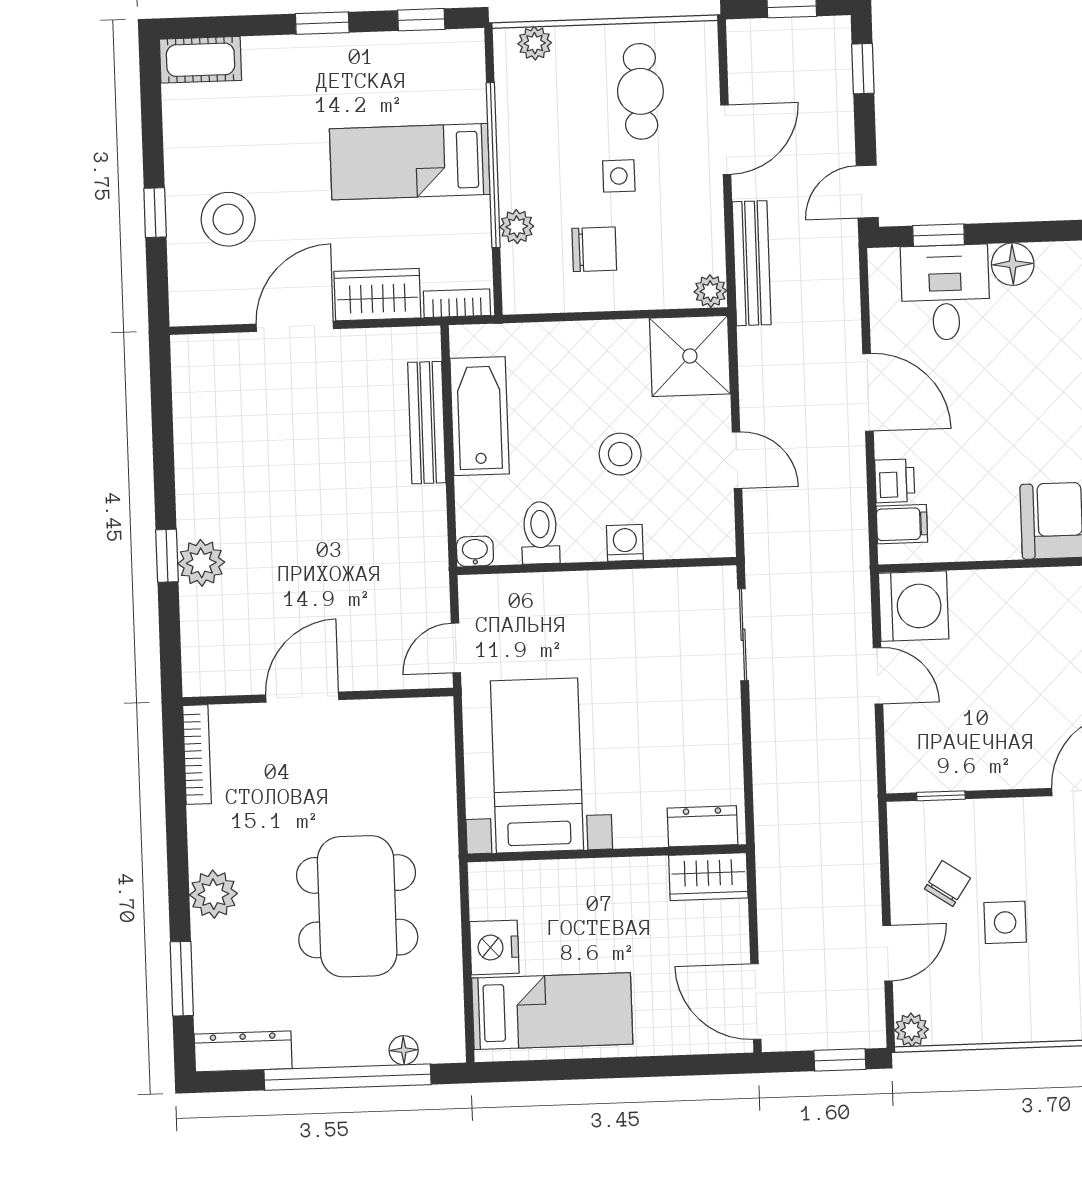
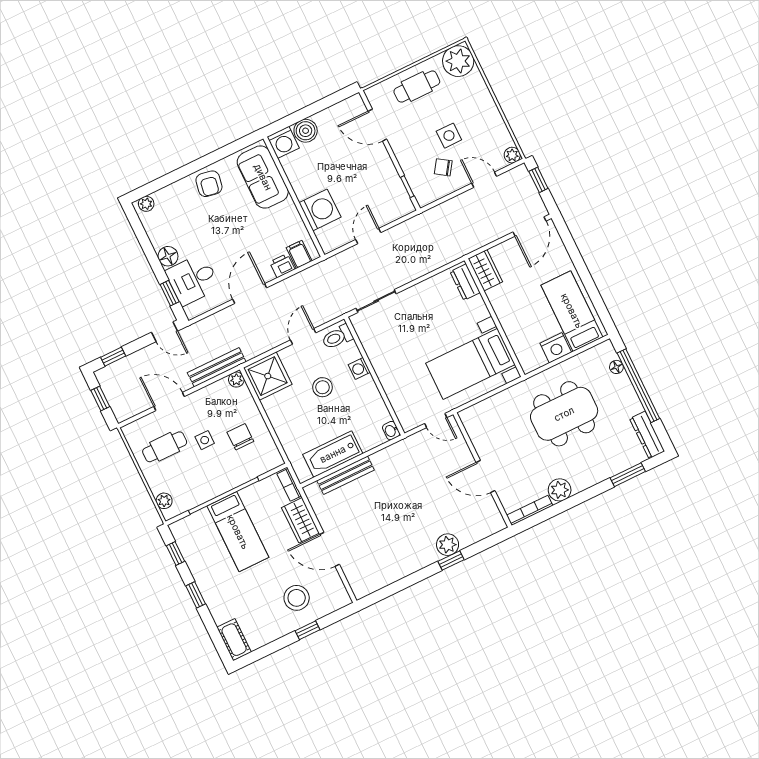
plant: (517, 227) -> (245, 474), removed
toilet: (540, 533) -> (337, 337), moved
washing machine: (914, 606) -> (320, 210), moved, turned 90
plant: (213, 894) -> (560, 490), moved

